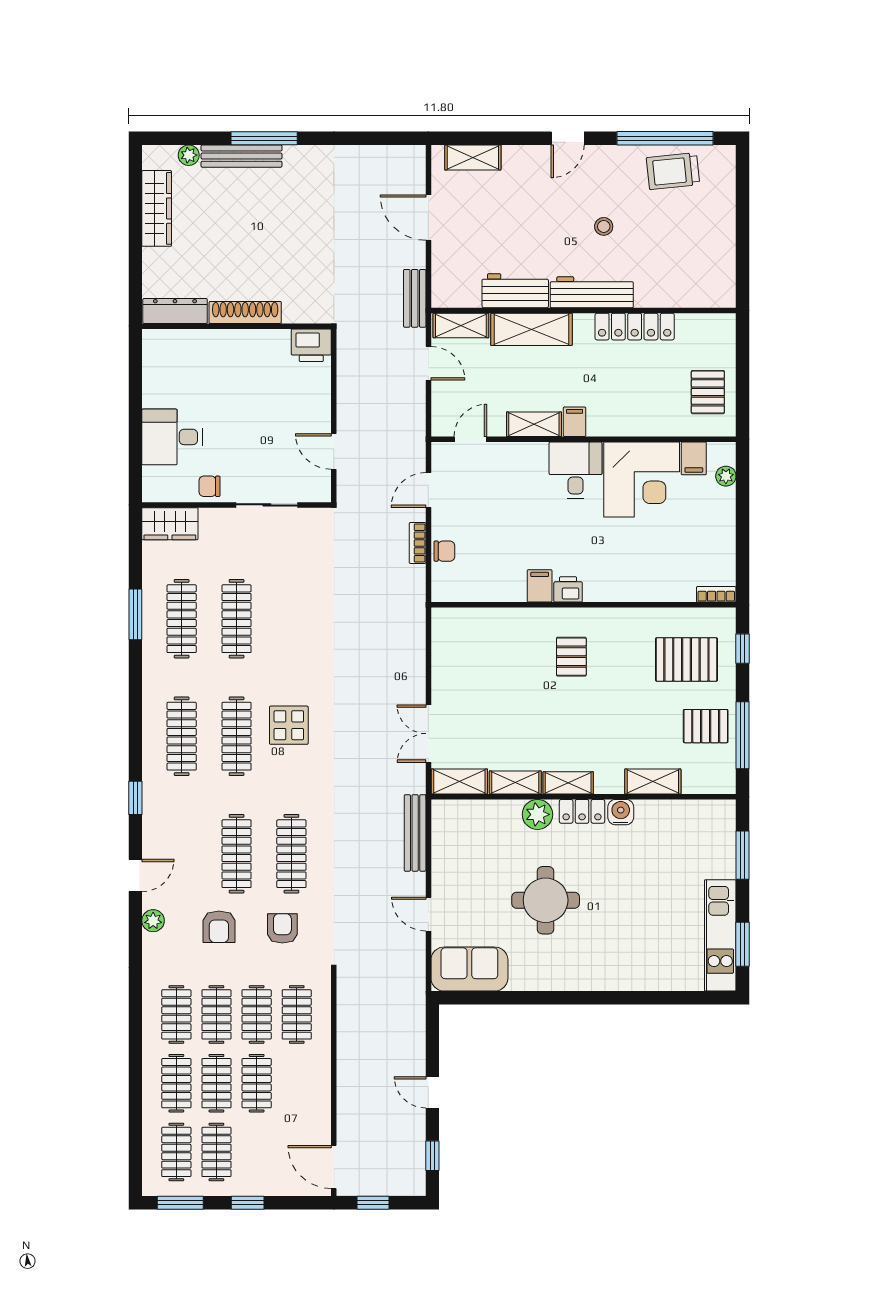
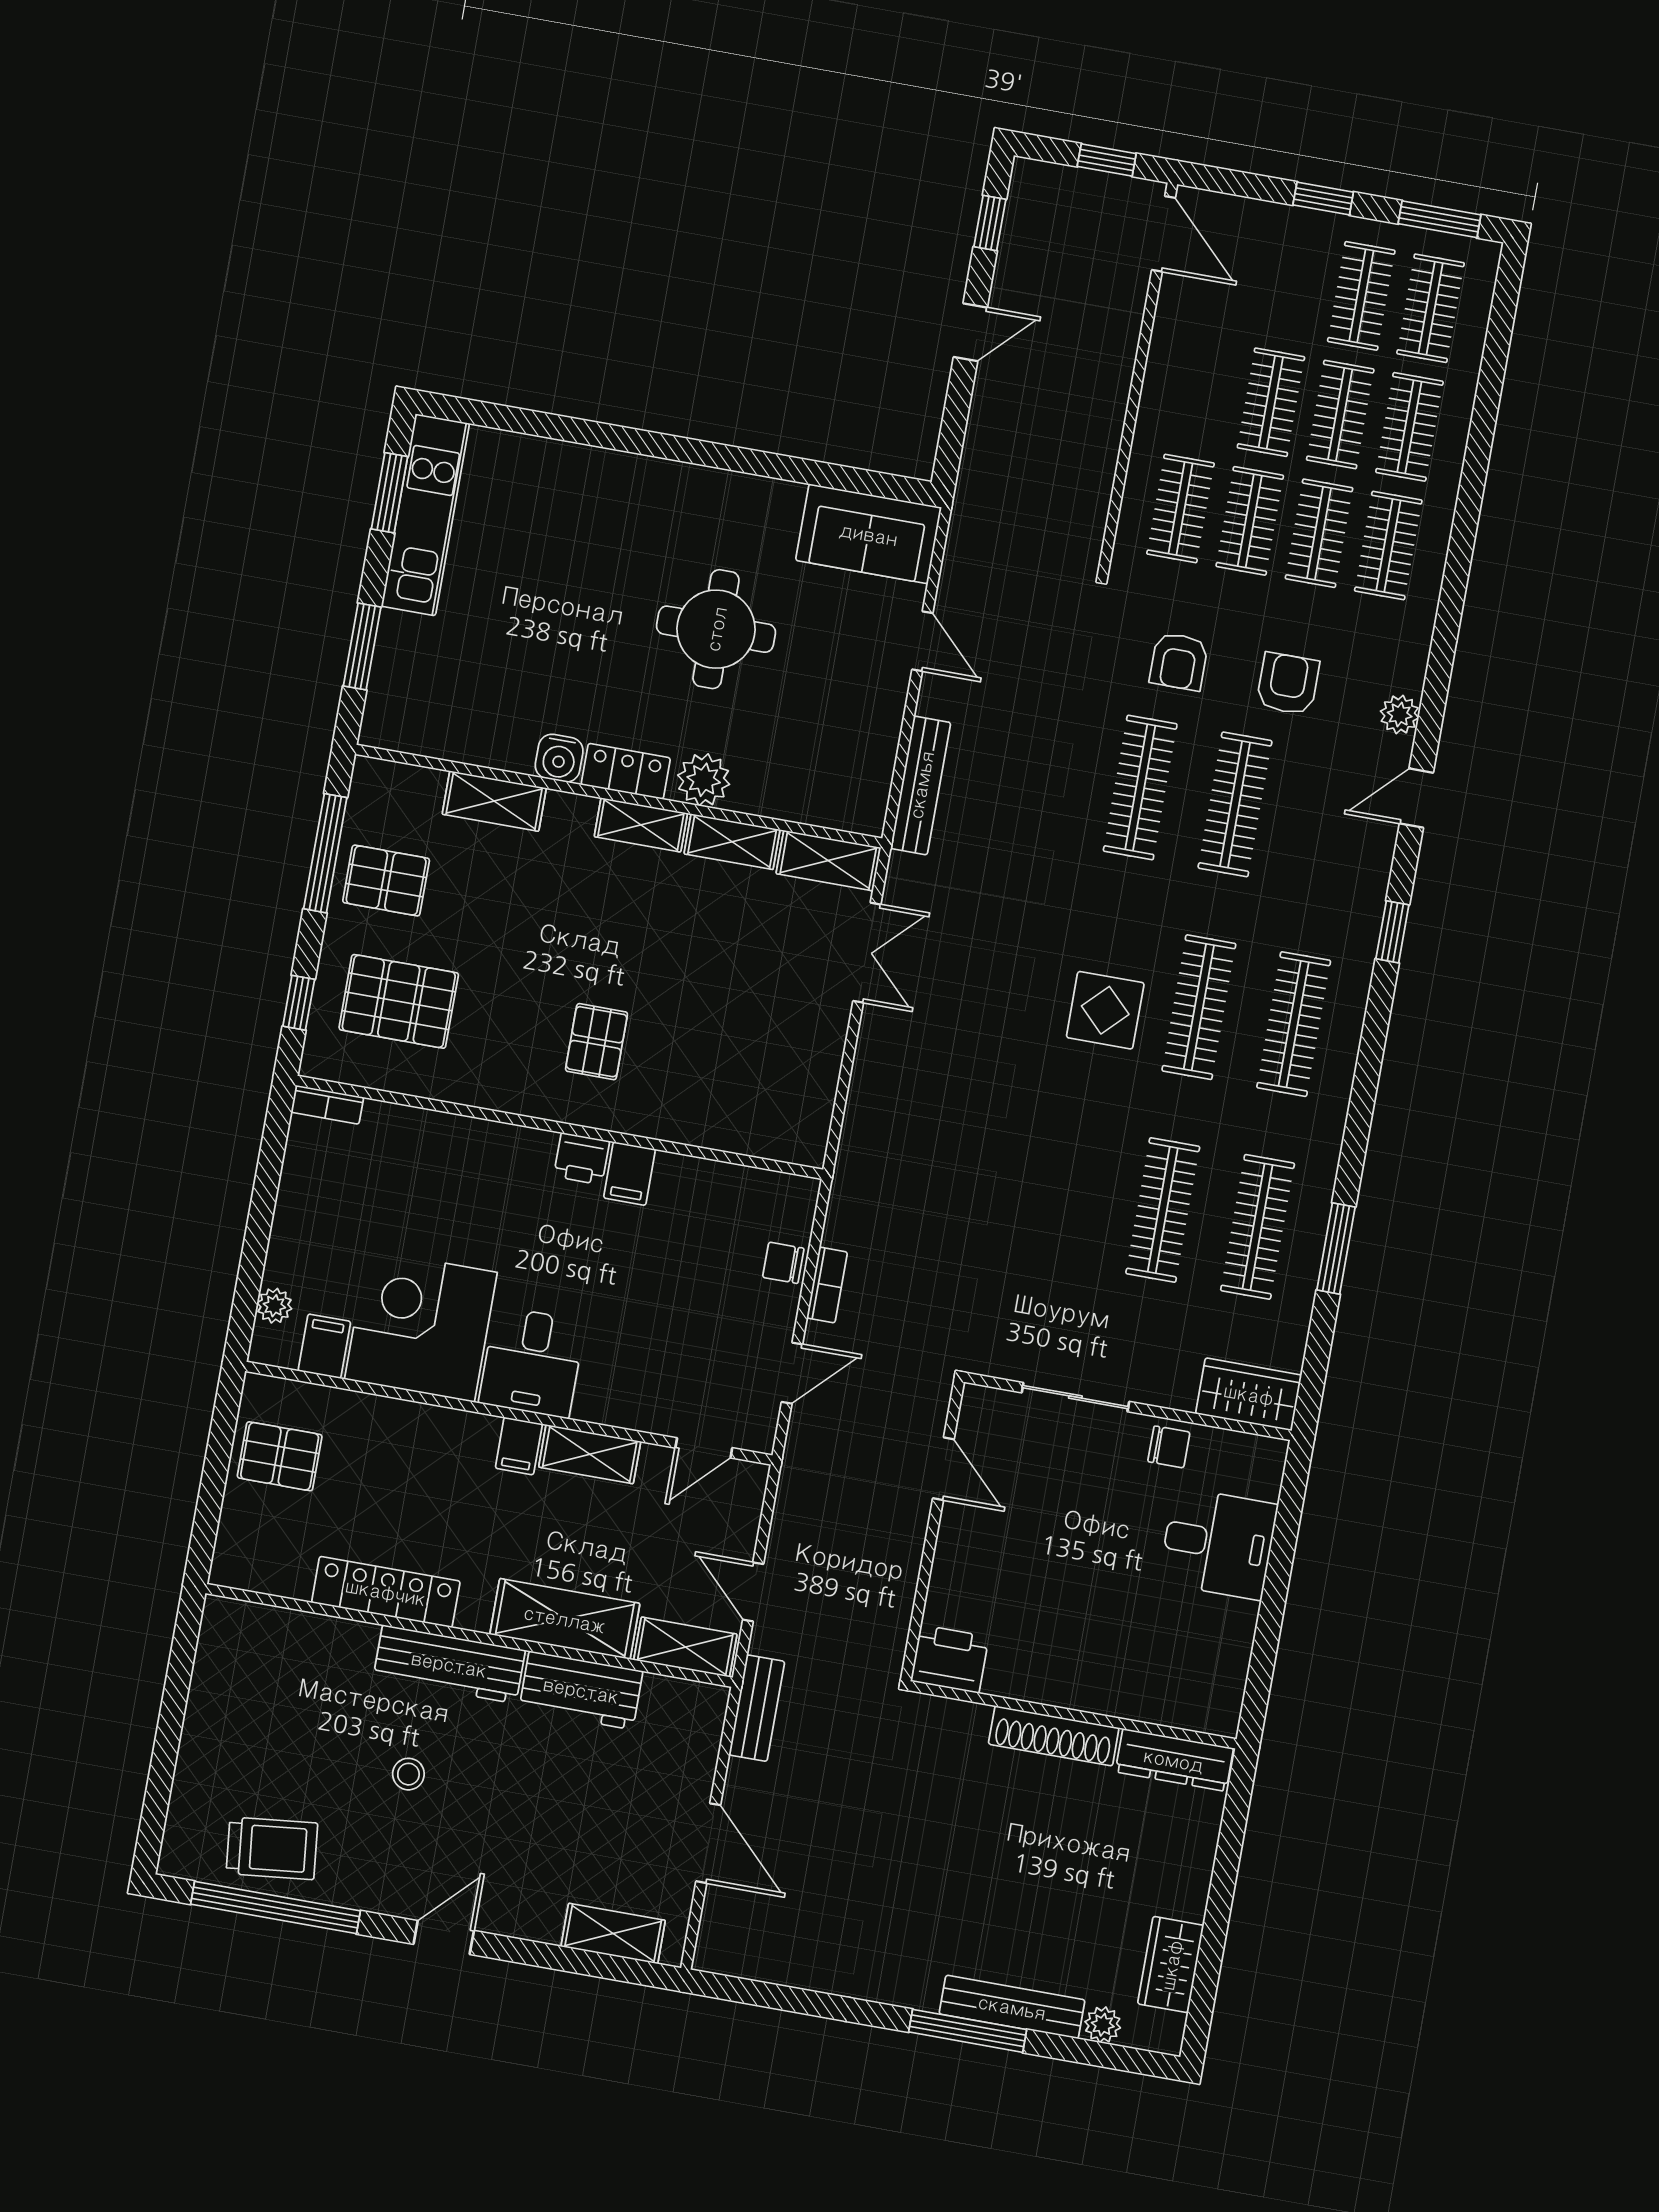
wardrobe: (157, 208) -> (1171, 1965), width x0.67
pallet: (708, 392) -> (280, 1456), turned 90
door: (432, 1092) -> (970, 332), hinge flipped

